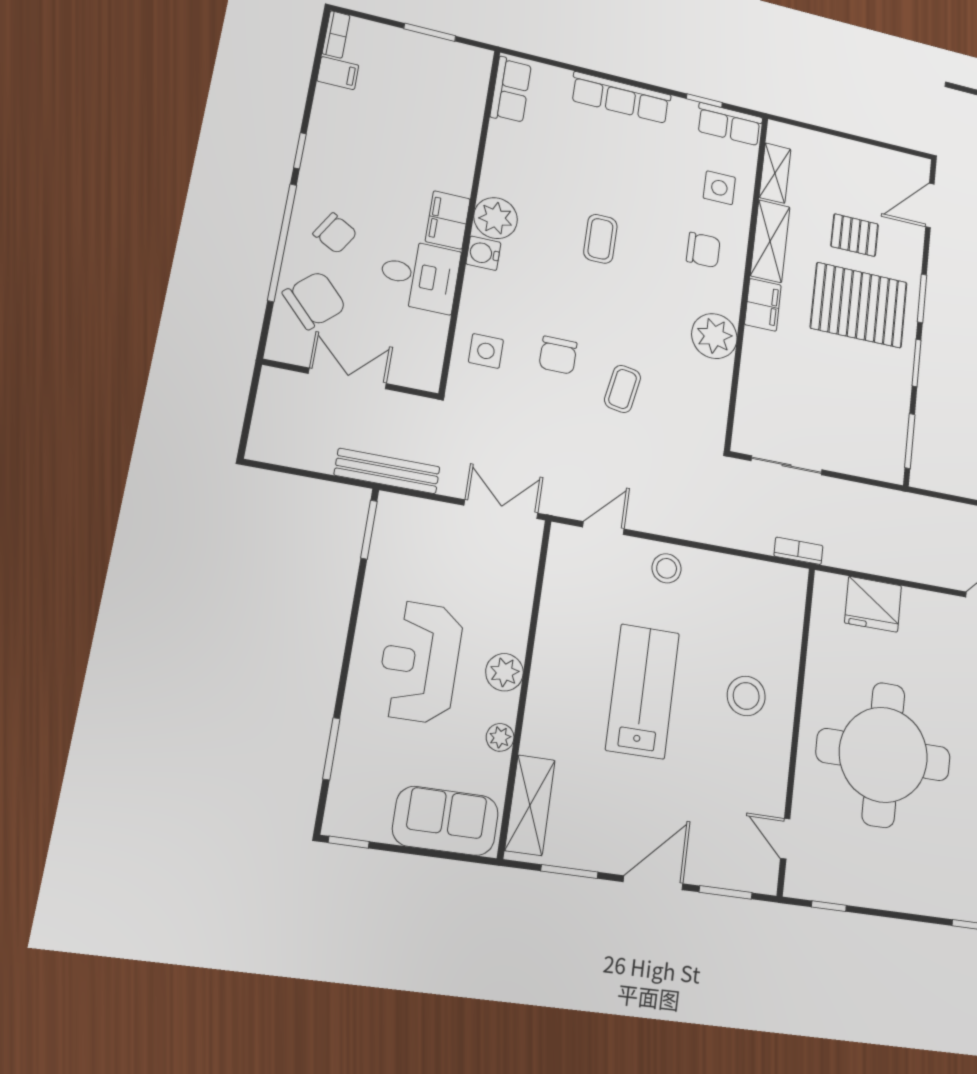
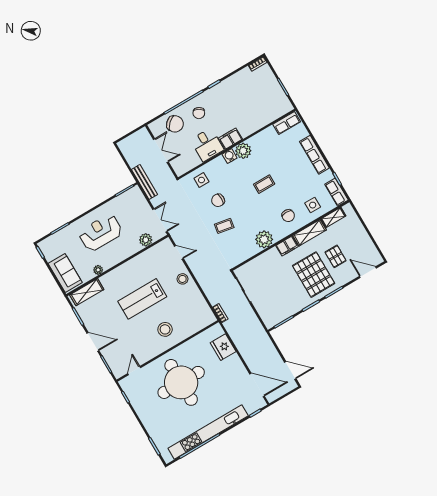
filing cabinet: (338, 73) -> (247, 74), removed
plant: (504, 672) -> (146, 240), moved
lab bench: (643, 691) -> (142, 299), turned 180

